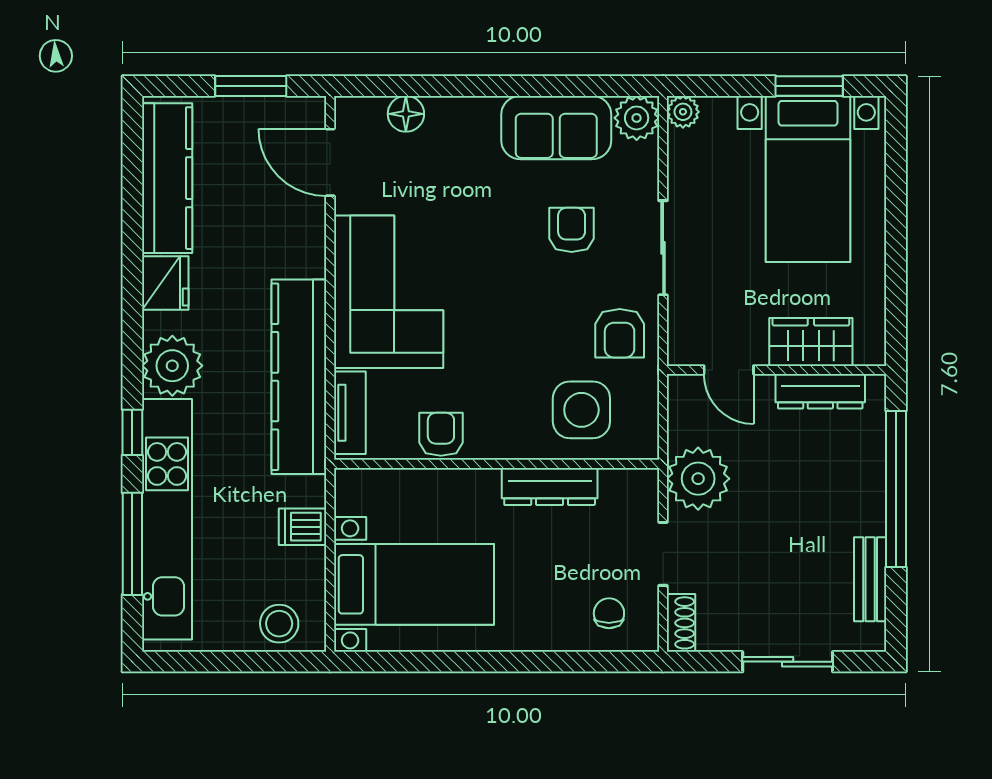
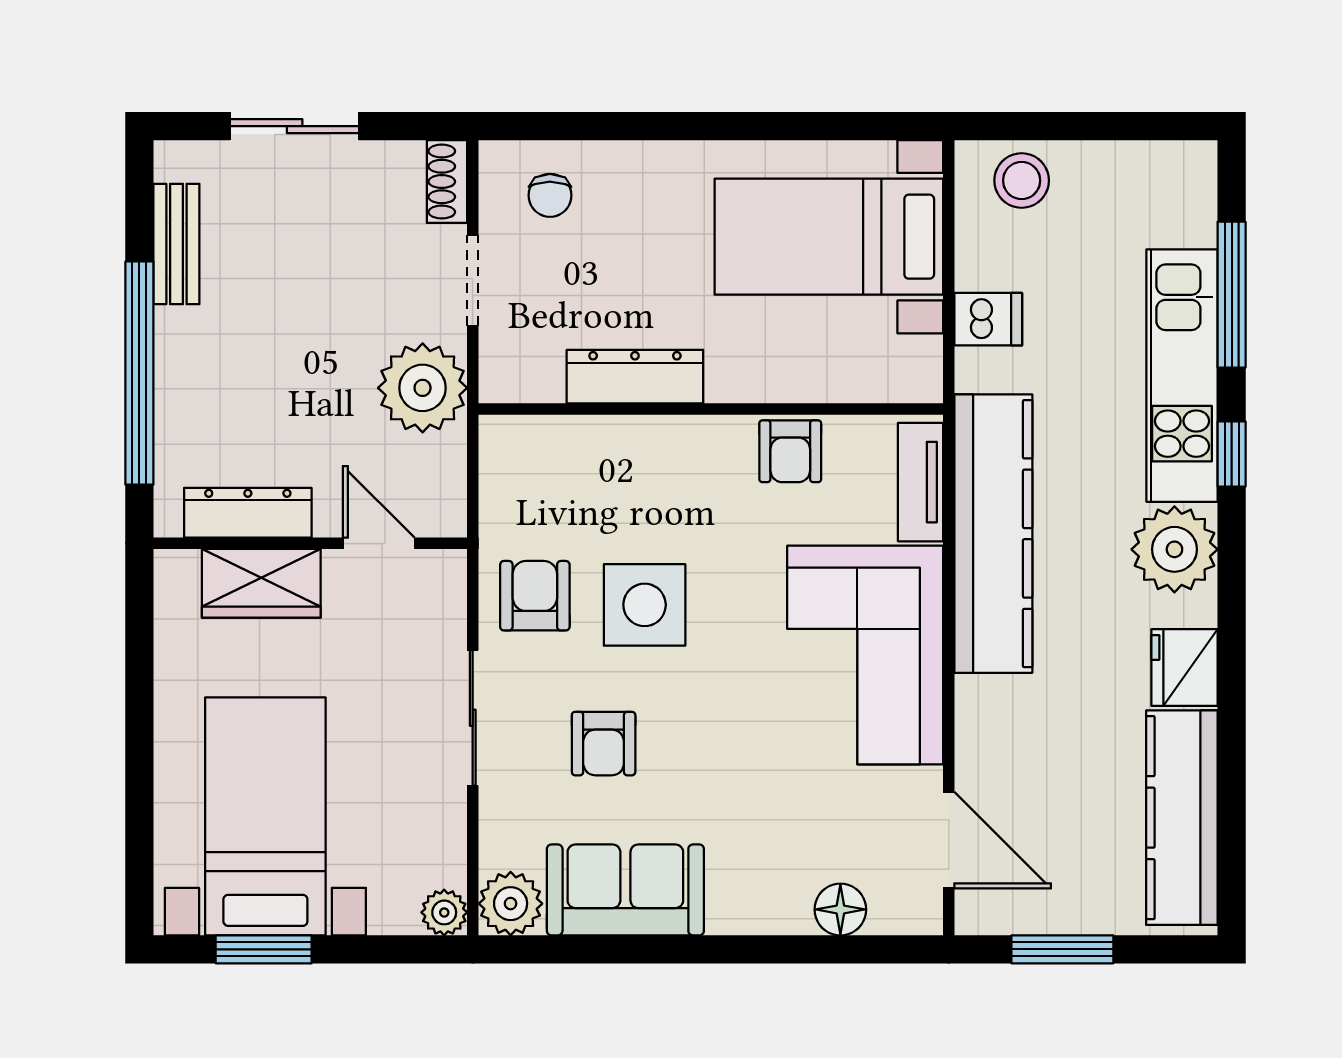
side table: (581, 410) -> (645, 605), moved
kitchen unit: (167, 519) -> (1182, 376), width x0.73

